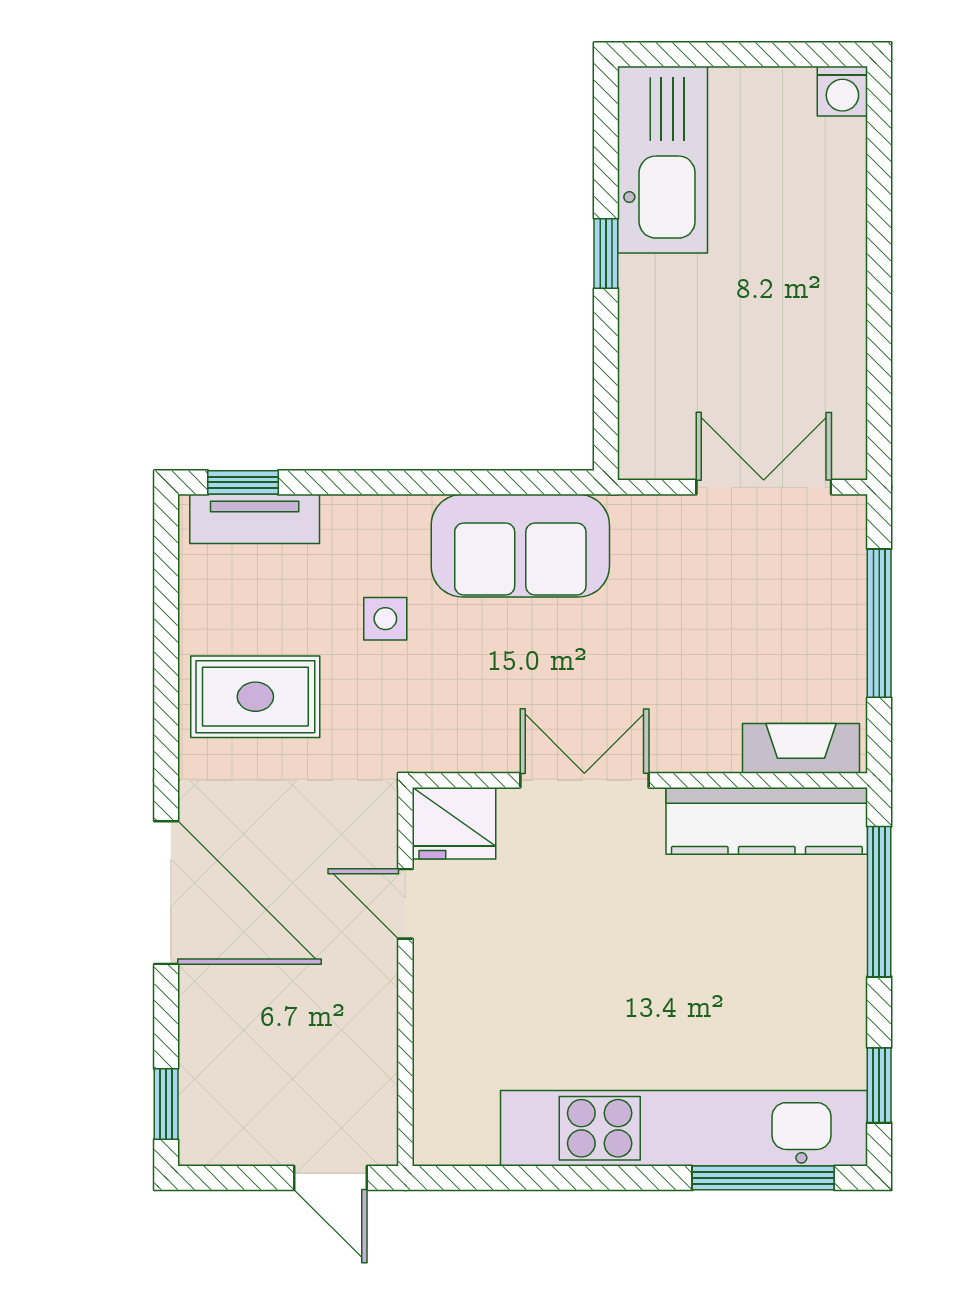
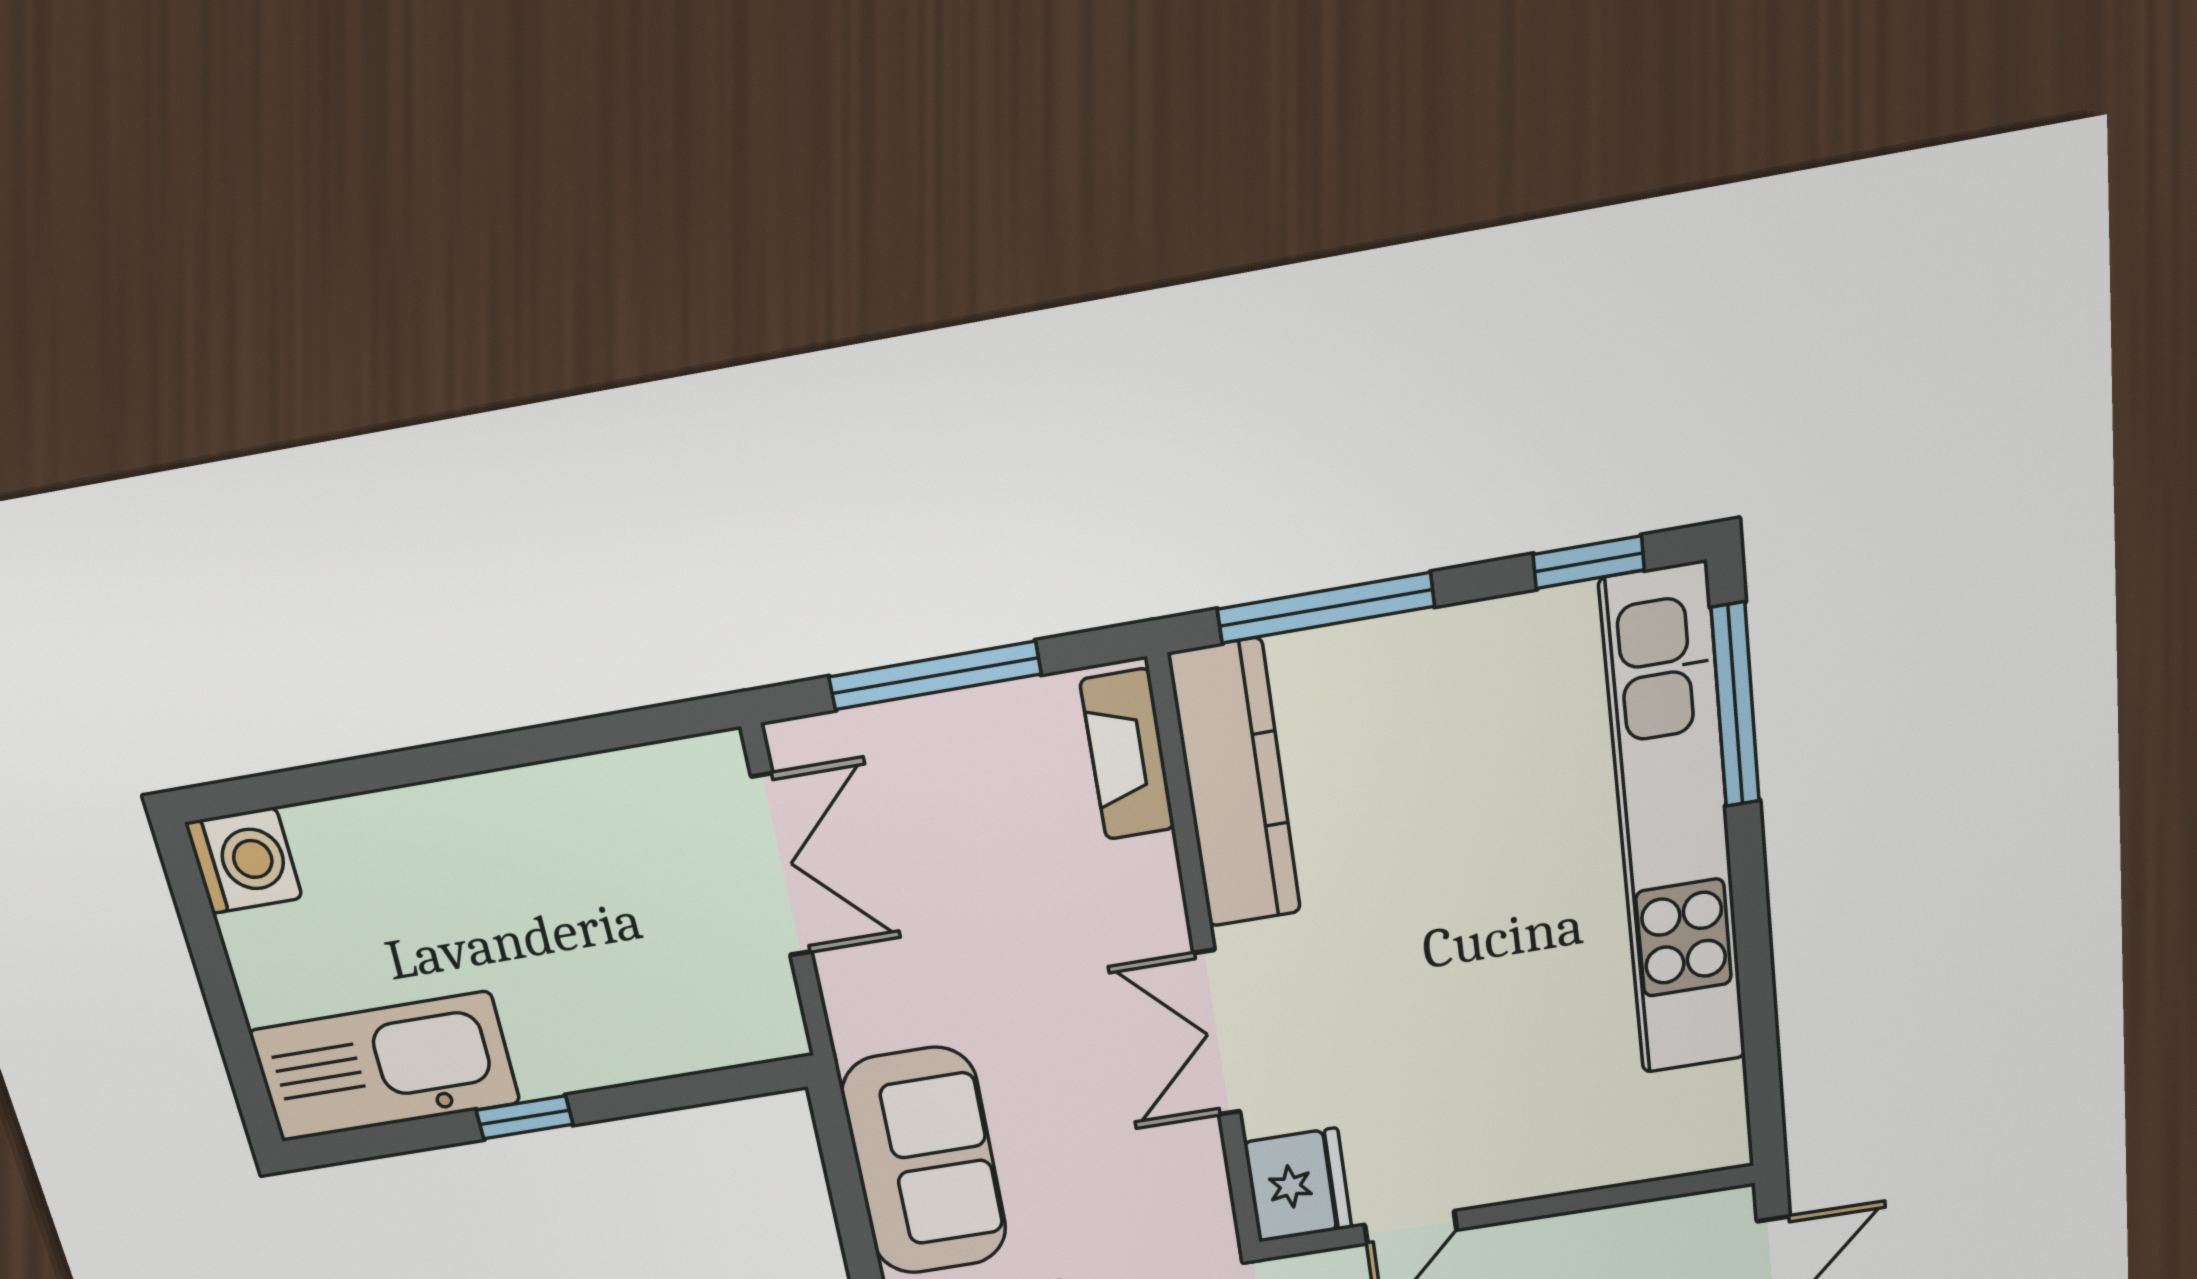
washing machine: (842, 91) -> (244, 861), width x1.38, depth x1.38
double door: (764, 487) -> (782, 865), swing flipped

